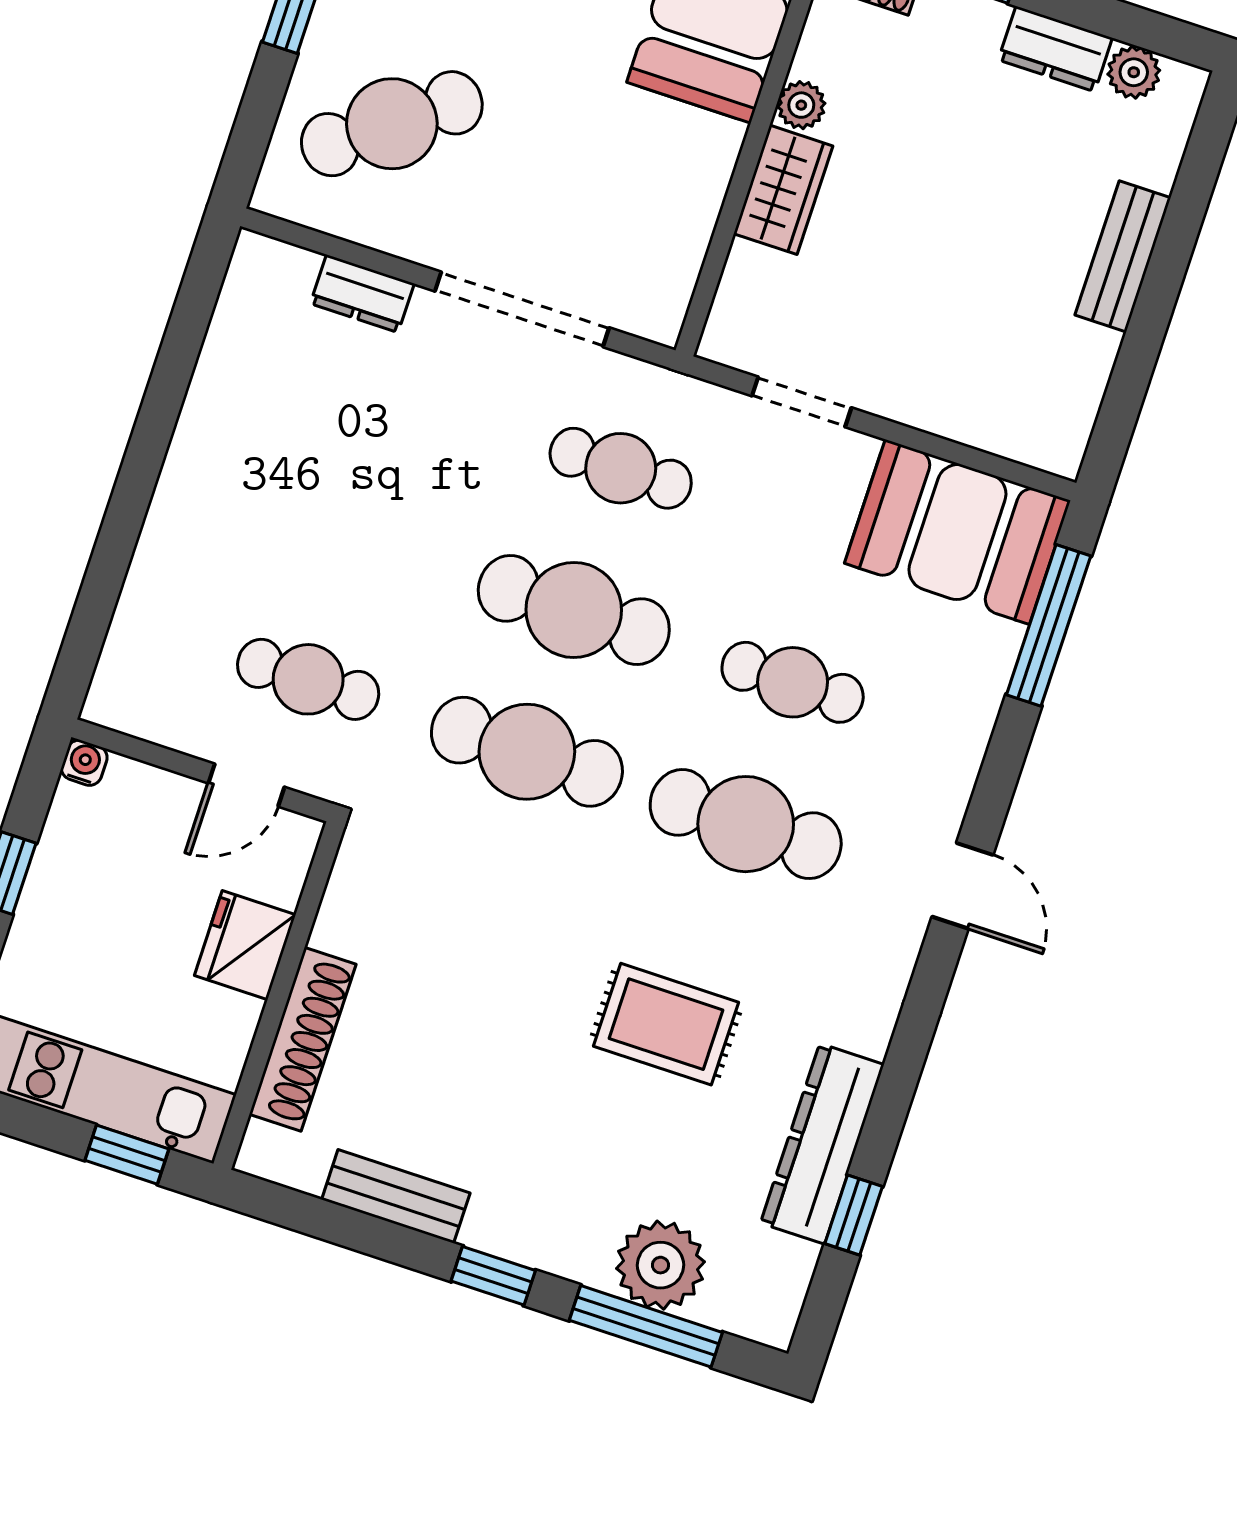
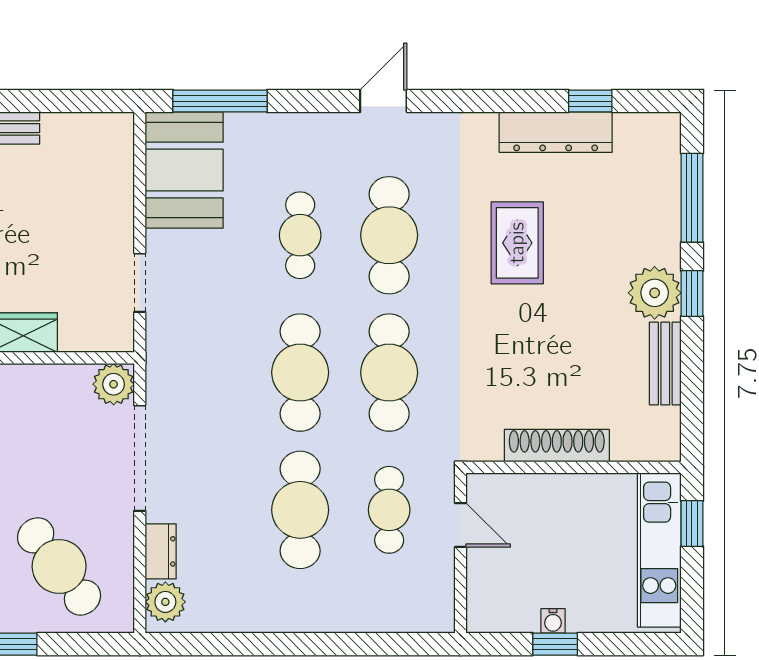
plant: (279, 274) -> (165, 602), added
plant: (654, 307) -> (114, 384), added
cafe table: (621, 468) -> (300, 510), moved, width x1.37, depth x1.35
water cooler: (84, 763) -> (553, 621), moved, turned -90
fridge: (245, 945) -> (551, 496), removed
shoe rack: (303, 1039) -> (557, 446), moved
plant: (660, 1265) -> (655, 293), moved

